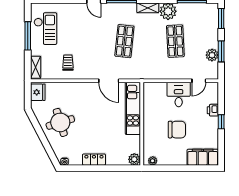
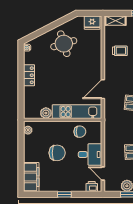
chair: (154, 105) -> (80, 132), added
printer: (213, 110) -> (92, 187), moved
chair: (177, 130) -> (57, 153), turned -90
plant: (134, 159) -> (46, 113), moved

